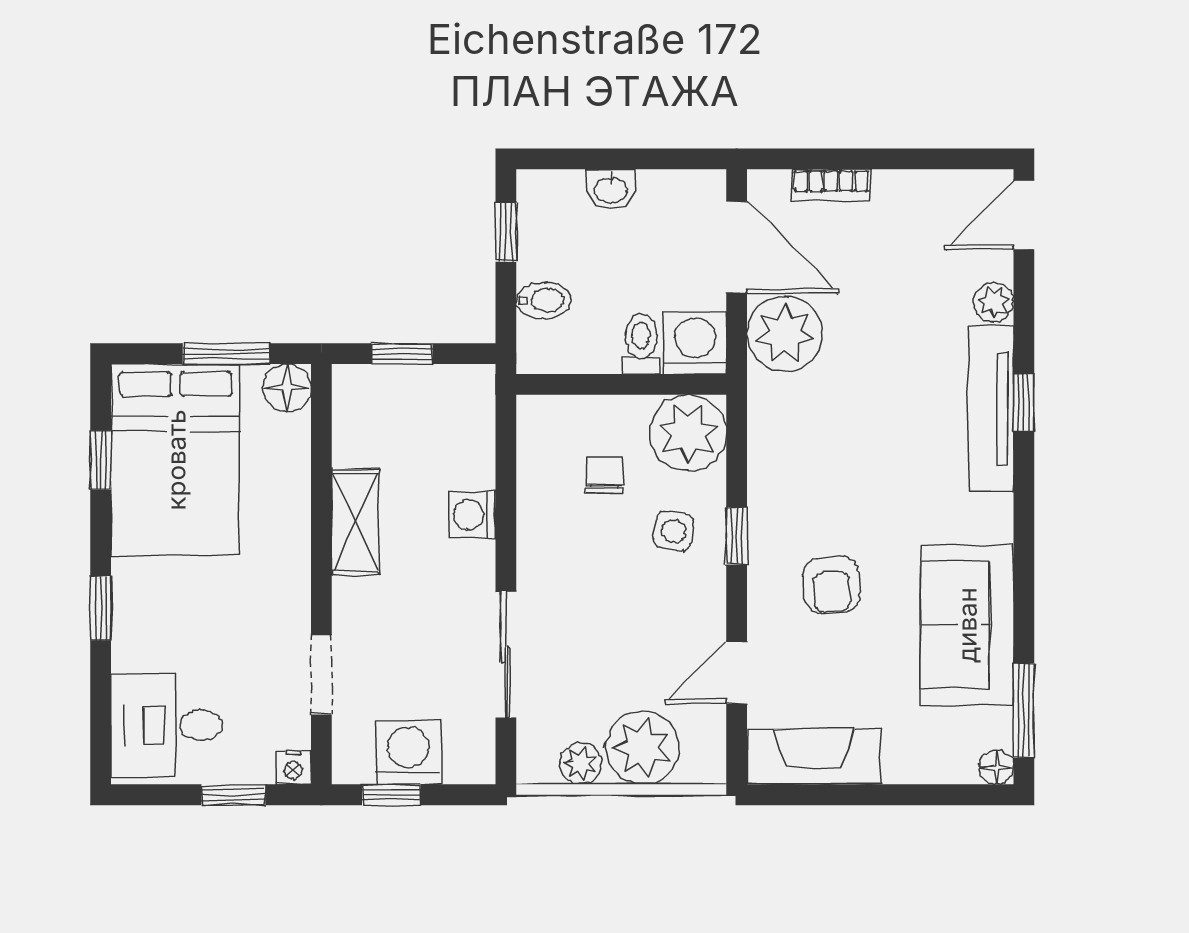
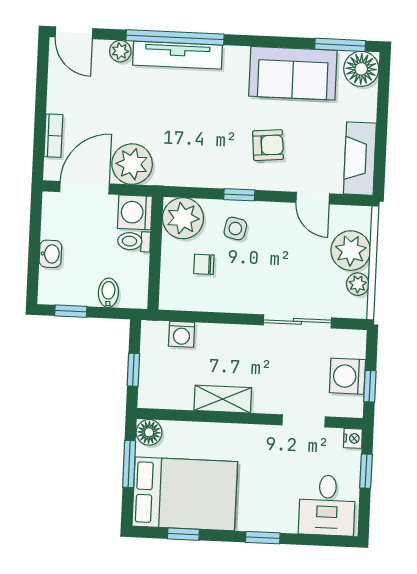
window: (1024, 403) -> (175, 37), width x3.17
washing machine: (472, 515) -> (182, 334), moved
floor lamp: (996, 767) -> (361, 69), width x1.89, depth x1.89

